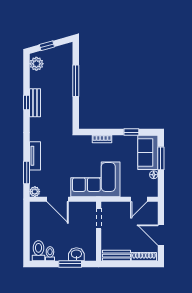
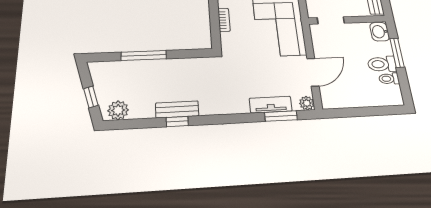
tv unit: (35, 156) -> (271, 105), moved
toilet: (38, 251) -> (382, 64), moved
washbasin: (76, 254) -> (380, 32), moved

